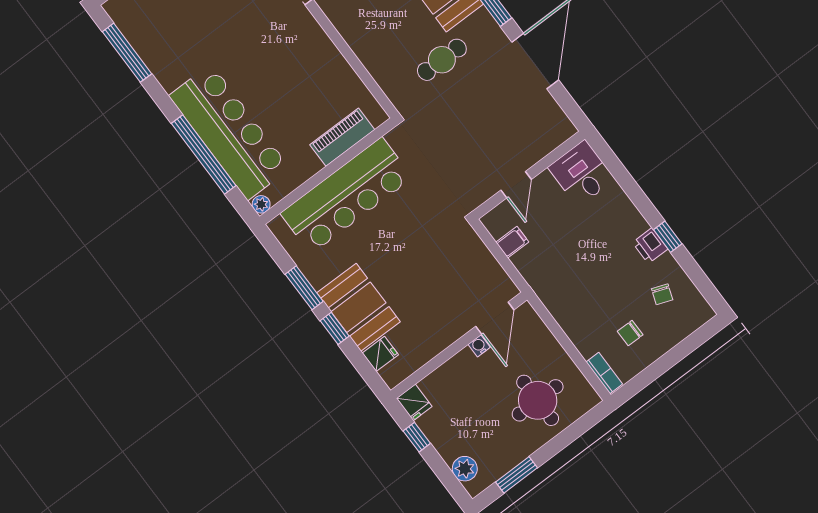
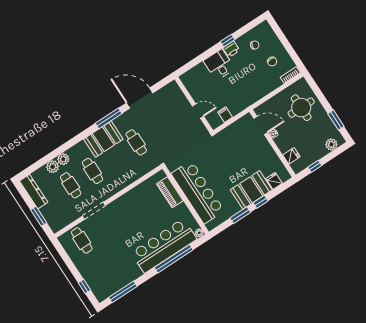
desk: (581, 173) -> (219, 65), moved, turned 90
fridge: (414, 402) -> (291, 156), moved

